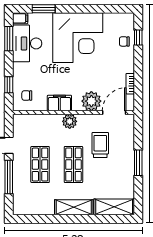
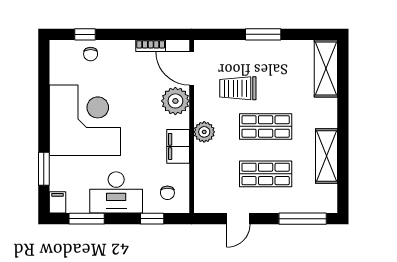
desk: (27, 43) -> (116, 192), moved
window: (9, 177) -> (303, 219), moved
shelving: (74, 207) -> (326, 156), moved

